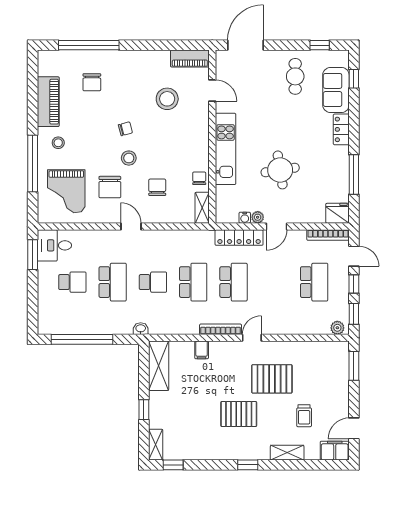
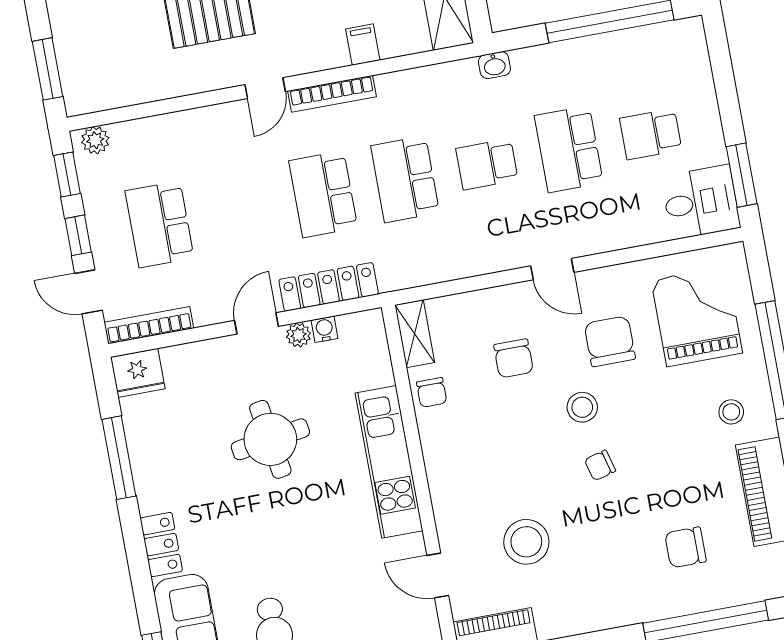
chair: (92, 82) -> (686, 547), turned -90

